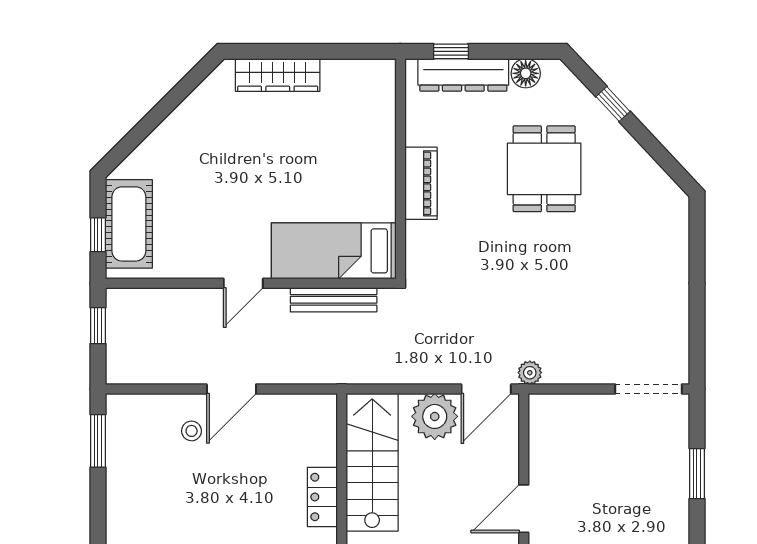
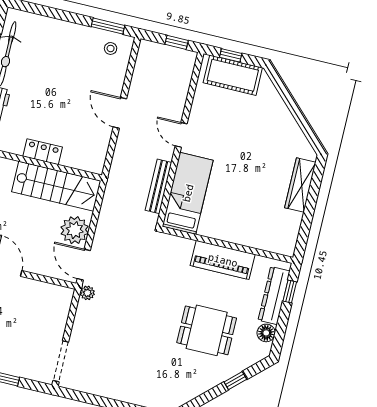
piano: (421, 183) -> (223, 260), width x1.37, depth x1.33
stool: (192, 431) -> (111, 48), moved

